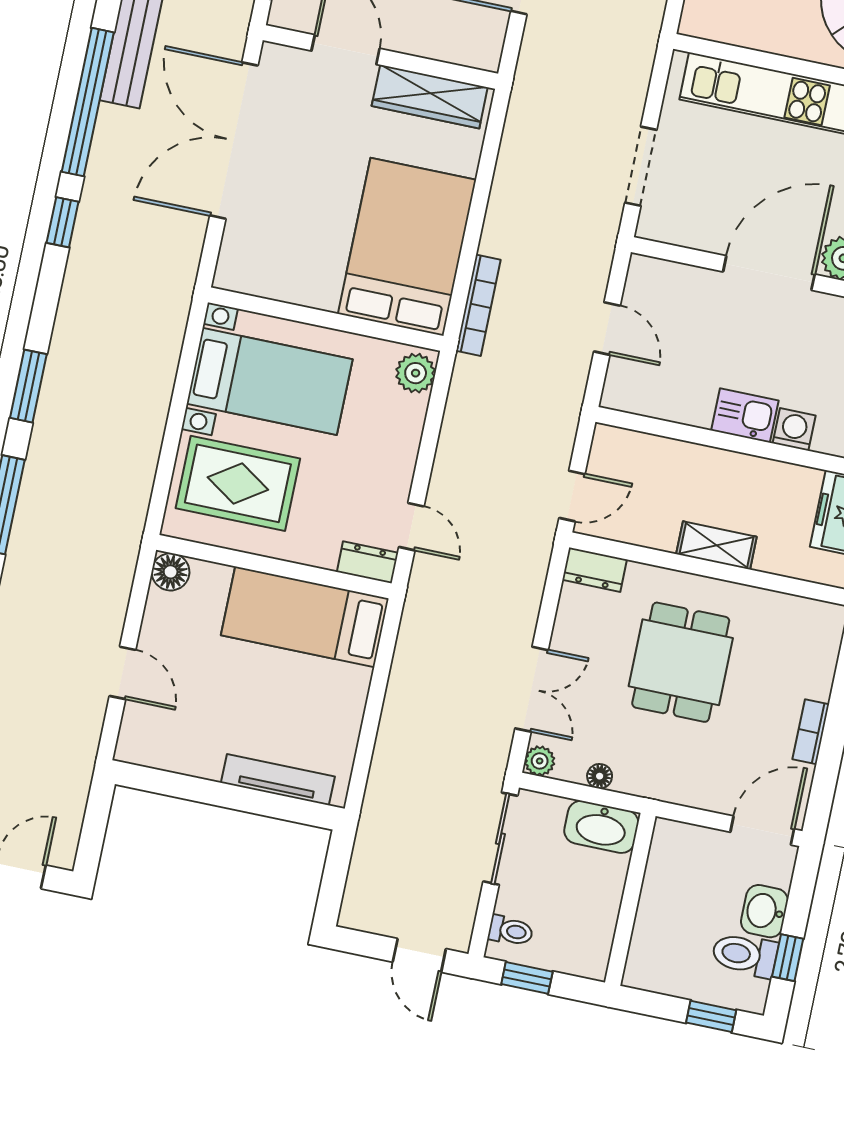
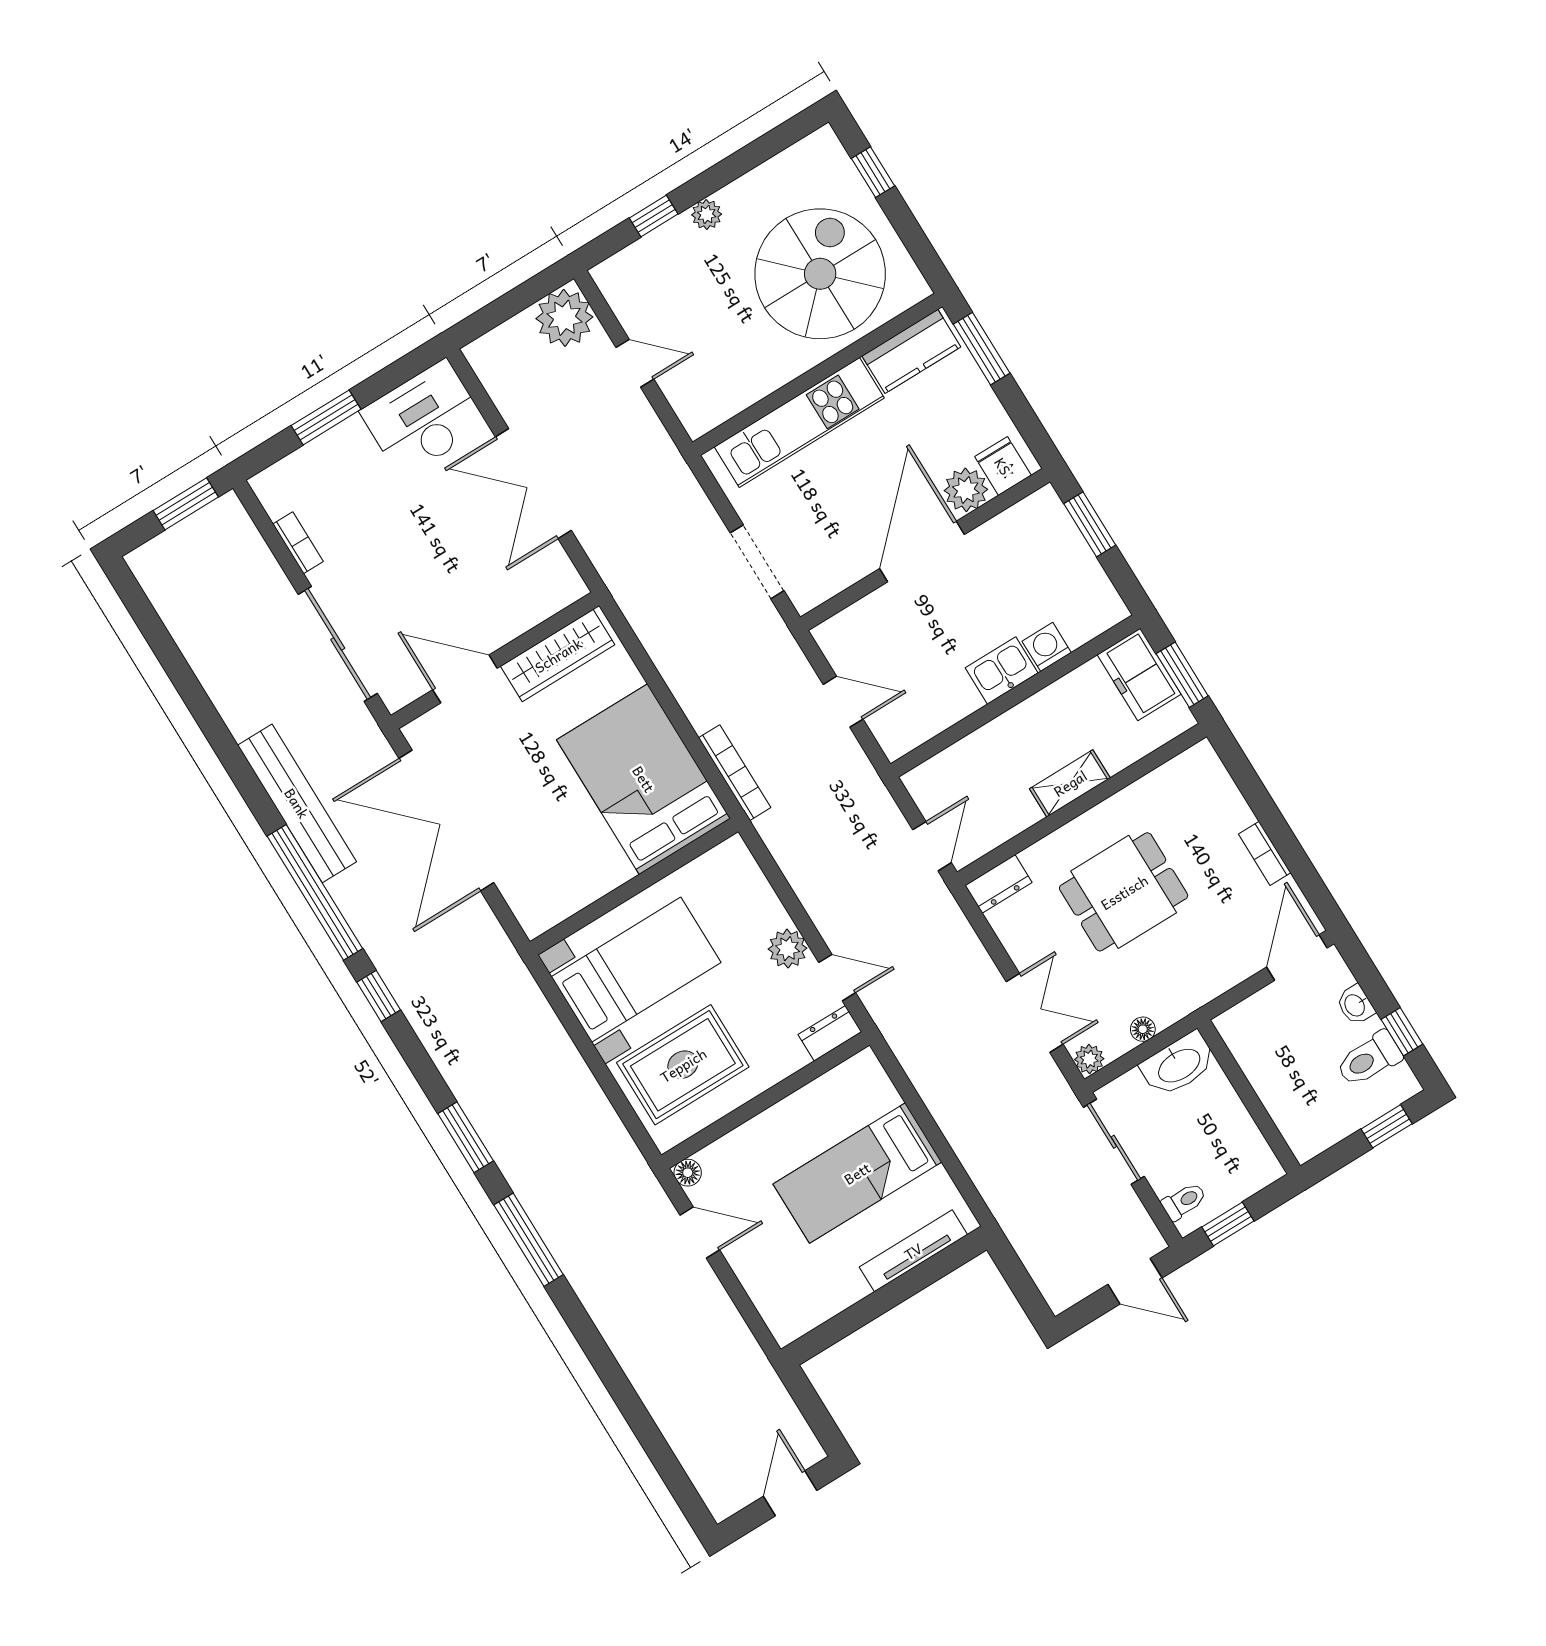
plant: (416, 373) -> (788, 949), moved
floor lamp: (171, 572) -> (688, 1173), width x0.73, depth x0.73
bed: (305, 617) -> (857, 1173), moved
dining table: (681, 662) -> (1124, 892), turned 90
door: (123, 673) -> (700, 1232), moved
washbasin: (764, 911) -> (1355, 1005), width x0.72, depth x0.69

